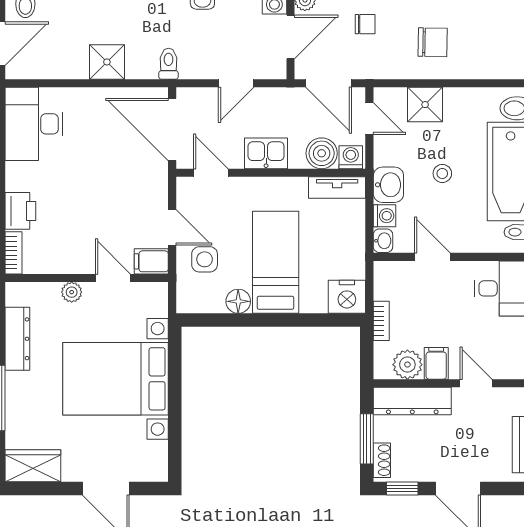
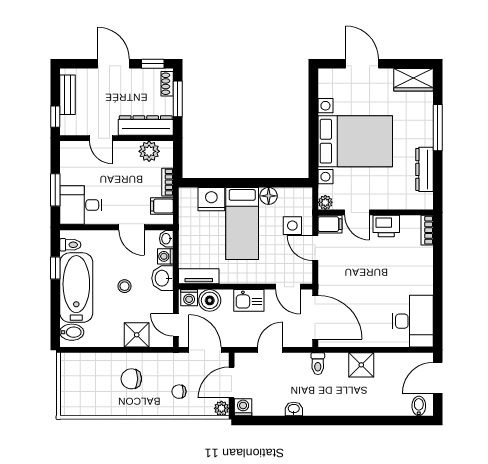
printer: (20, 211) -> (386, 226), moved, turned -90
plant: (72, 292) -> (325, 202), moved
nightstand: (347, 297) -> (211, 199), moved
filing cabinet: (436, 363) -> (162, 206), moved, turned 90

